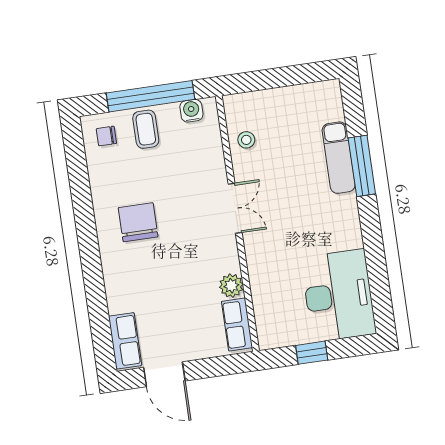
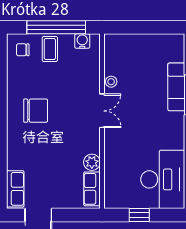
stool: (246, 140) -> (111, 82), moved
chair: (138, 222) -> (36, 111), turned 90

